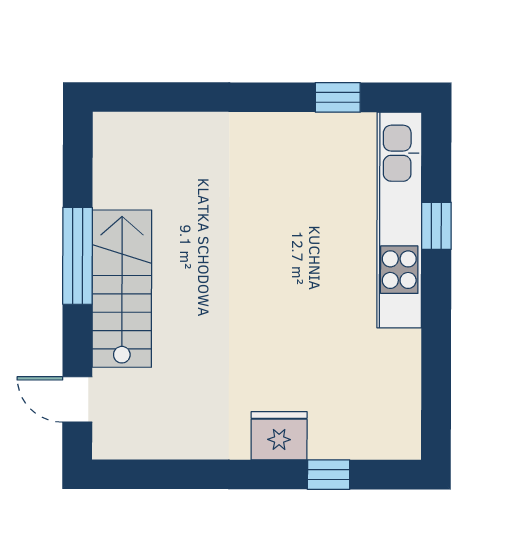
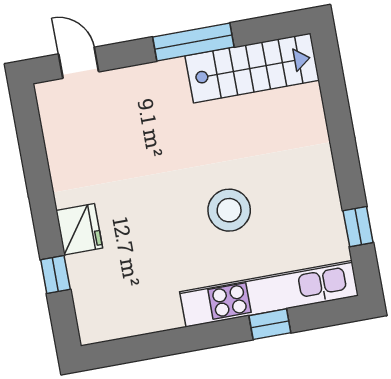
stool: (289, 250) -> (229, 210), added
stairs: (122, 289) -> (252, 68), moved
door: (77, 399) -> (79, 63), hinge flipped

